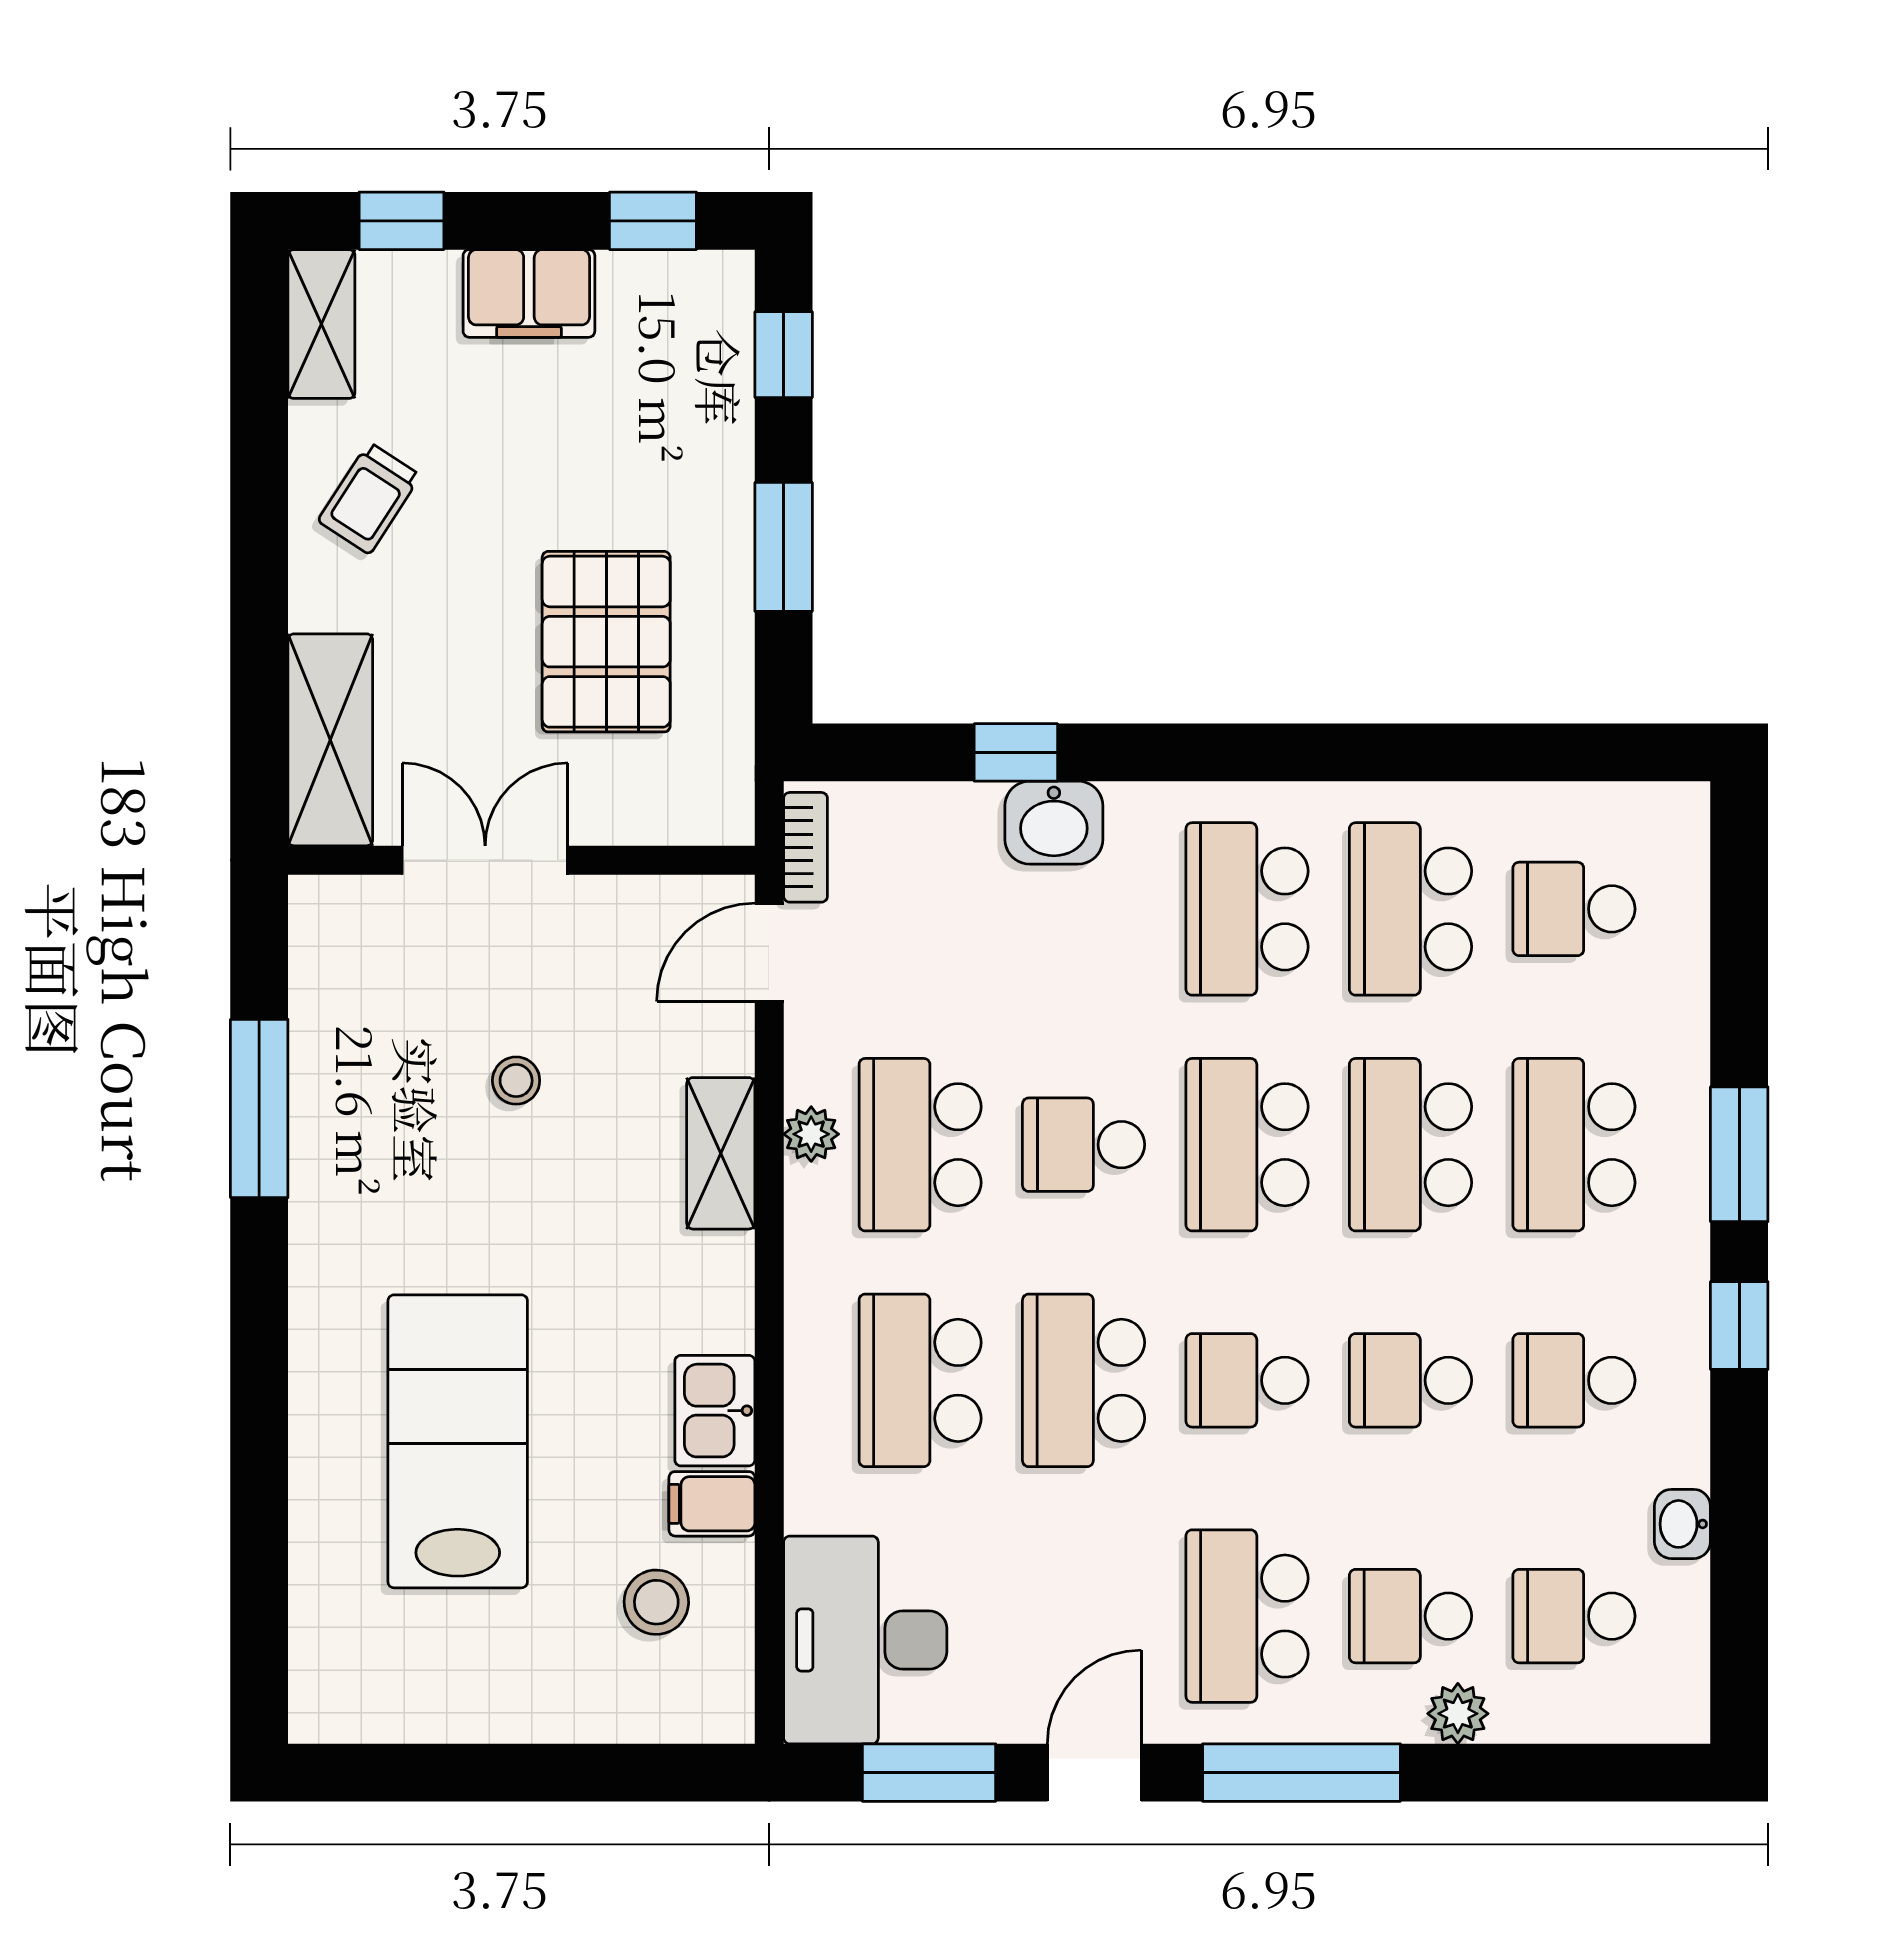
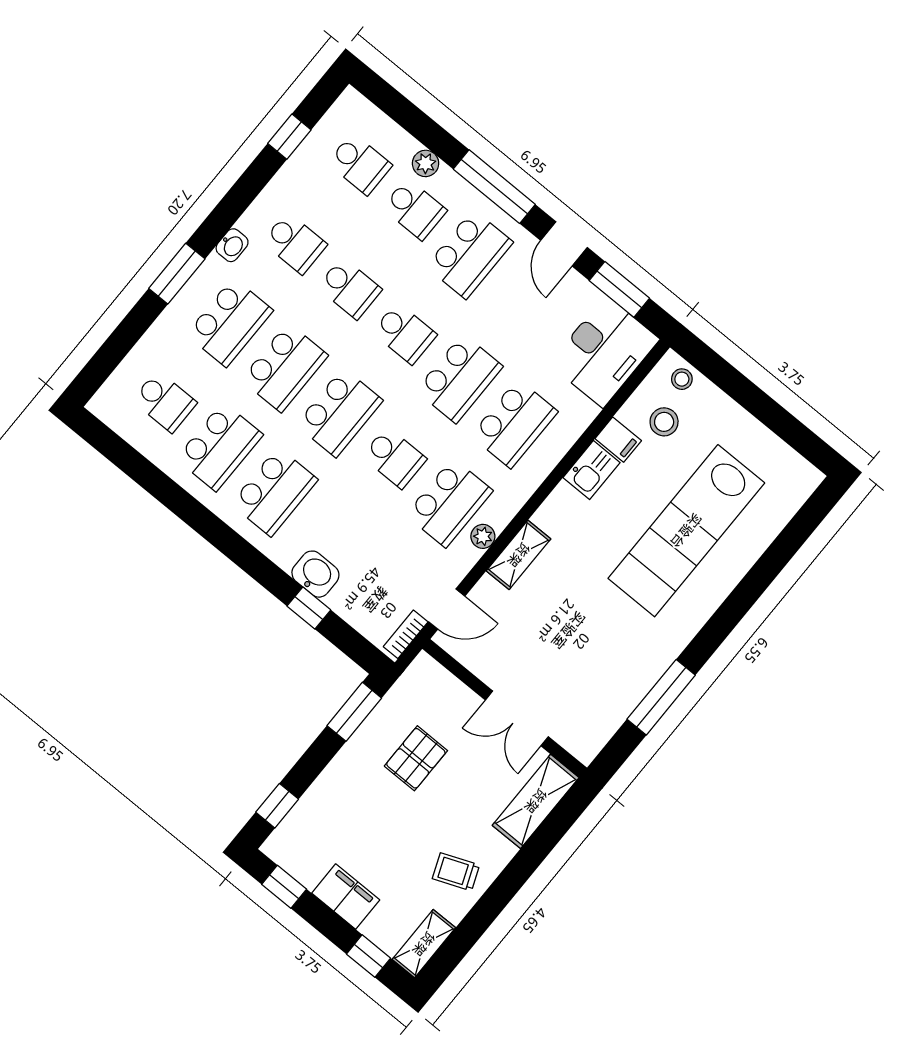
trolley: (369, 498) -> (456, 872), turned -145
window: (784, 547) -> (354, 712), moved
pallet: (606, 642) -> (416, 758), width x0.67, depth x0.71
stool: (516, 1081) -> (682, 379), moved
window: (1739, 1325) -> (289, 137), moved
lab bench: (458, 1441) -> (686, 531), width x1.36
washbasin: (1682, 1524) -> (232, 245), moved
door: (1094, 1773) -> (564, 244), hinge flipped

